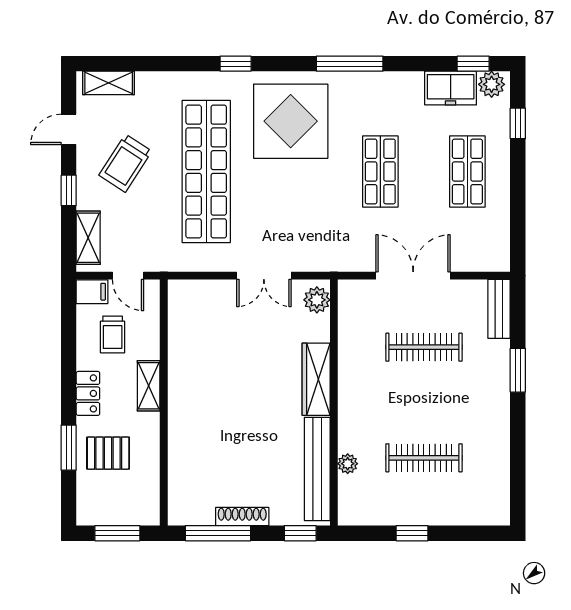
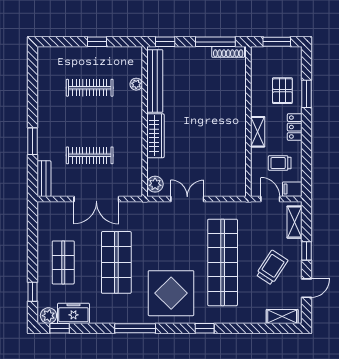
shop shelf: (380, 171) -> (116, 262), width x1.43, depth x1.36
trolley: (113, 334) -> (280, 163), turned -90
pallet: (108, 453) -> (282, 91), turned 90
shoe rack: (242, 517) -> (228, 52), moved

